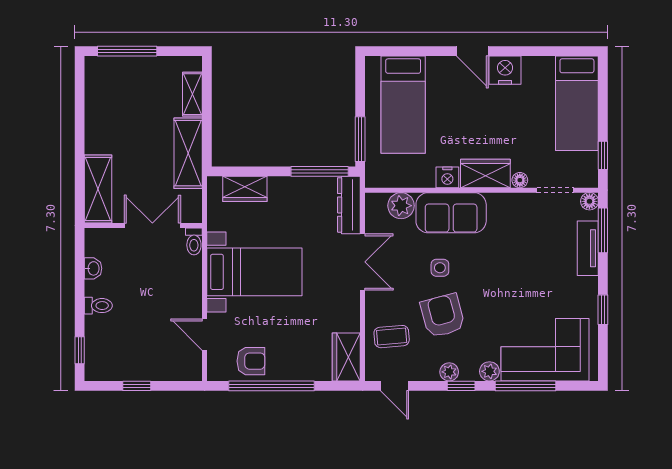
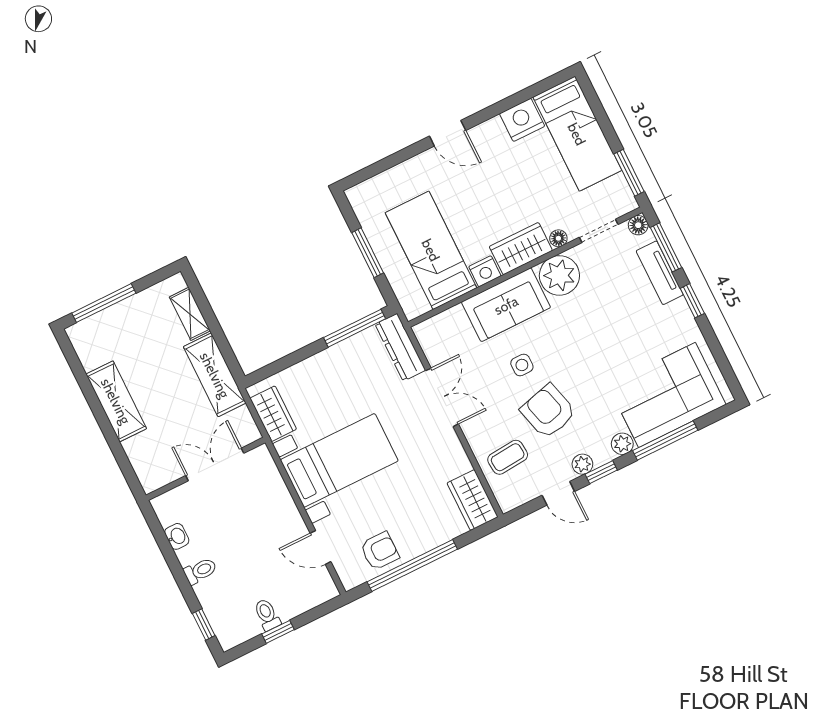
nightstand: (505, 70) -> (522, 120), moved
bed: (403, 105) -> (431, 250), moved, turned 180
window: (360, 139) -> (368, 253), moved
window: (603, 155) -> (629, 173), width x1.50
shelving: (98, 189) -> (116, 401), moved
wardrobe: (245, 189) -> (273, 414), moved, turned -90
plant: (401, 206) -> (559, 275), moved, width x1.36, depth x1.36
toilet: (194, 241) -> (267, 615), moved, turned 180
window: (603, 310) -> (692, 301), moved
door: (395, 386) -> (558, 493), moved

